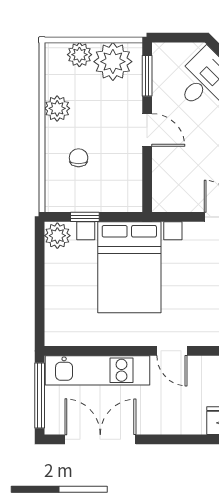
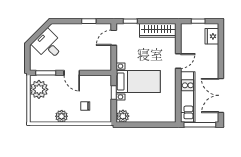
plant: (79, 55) -> (36, 106), removed
door: (147, 130) -> (72, 73), swing flipped
window: (85, 217) -> (114, 92), moved
bed with nightstands: (129, 267) -> (138, 82), width x0.73

